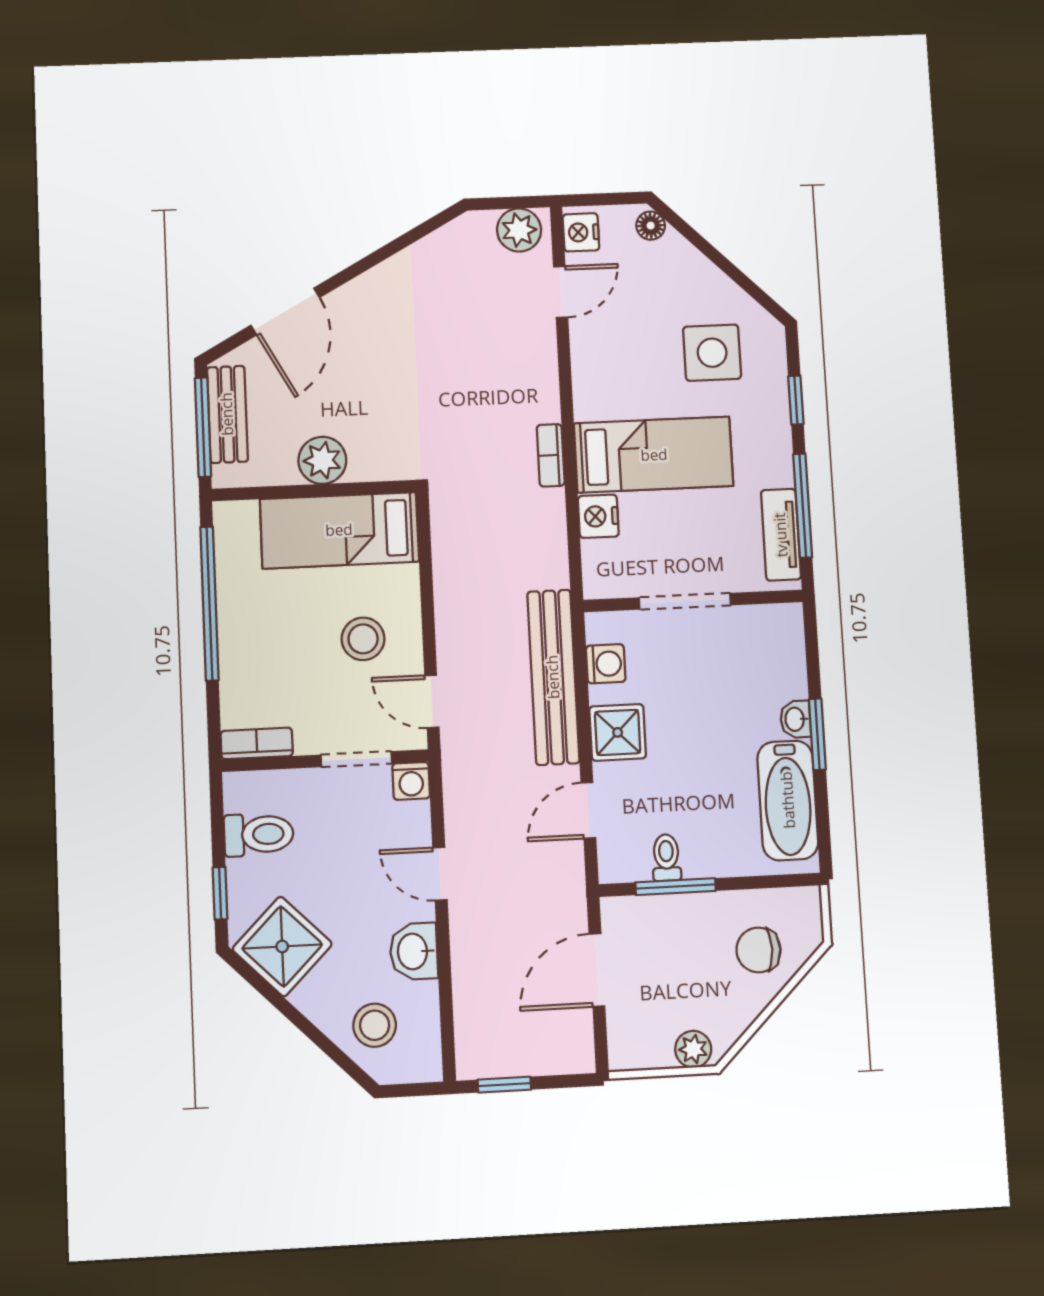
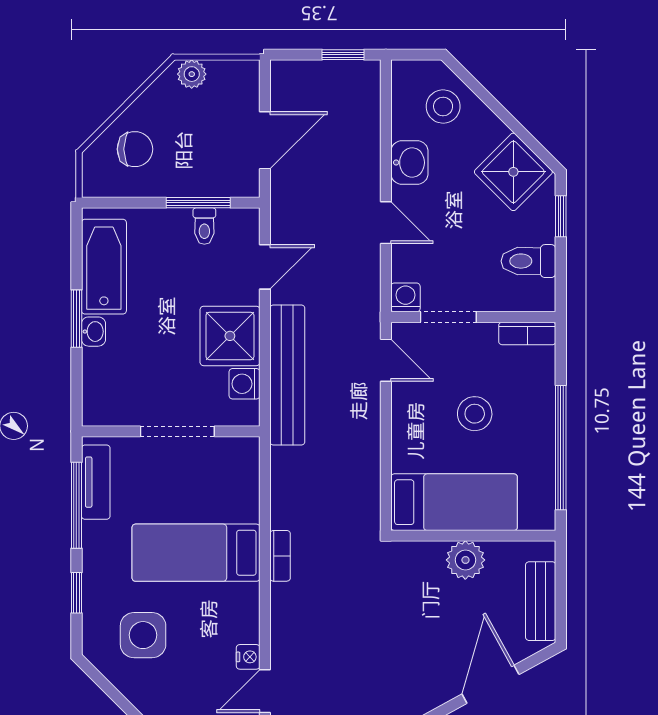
window: (203, 427) -> (561, 592), removed
nightstand: (598, 516) -> (248, 657), moved, width x0.72, depth x0.74
stool: (363, 639) -> (475, 414), moved
shower: (618, 732) -> (230, 336), width x1.36, depth x1.36

